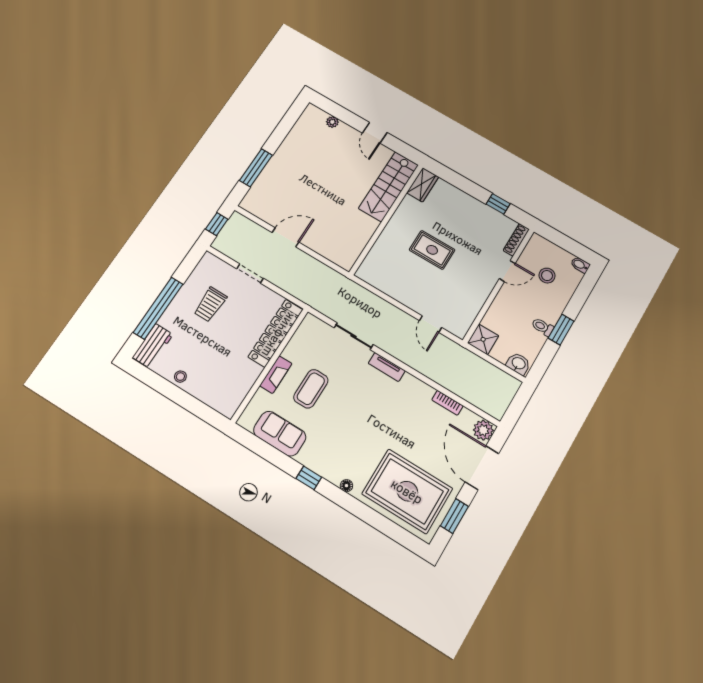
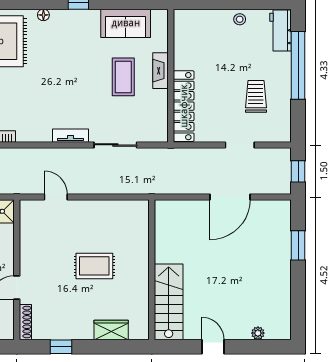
window: (256, 168) -> (298, 245), width x0.69
wardrobe: (423, 185) -> (111, 330), moved, turned 90
door: (285, 237) -> (230, 197), width x1.36

